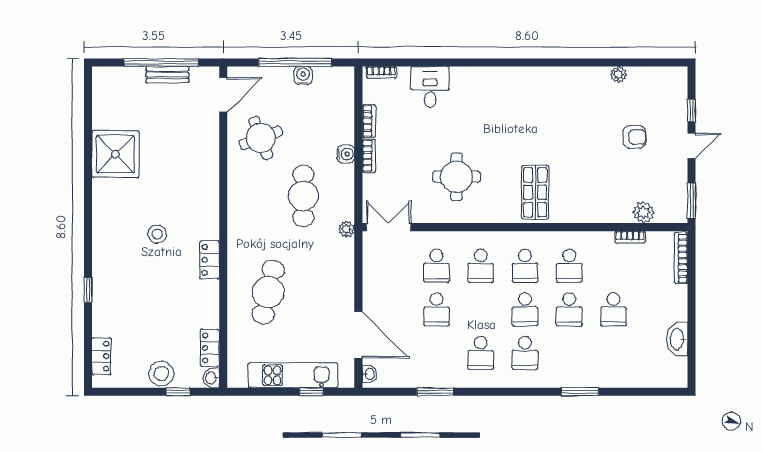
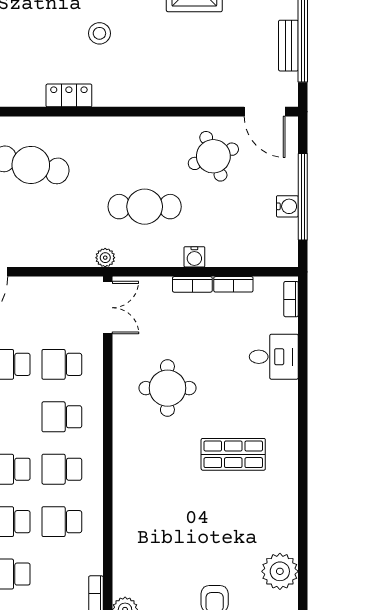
plant: (618, 75) -> (280, 571), width x1.88, depth x1.88
shop shelf: (535, 192) -> (233, 454), moved

